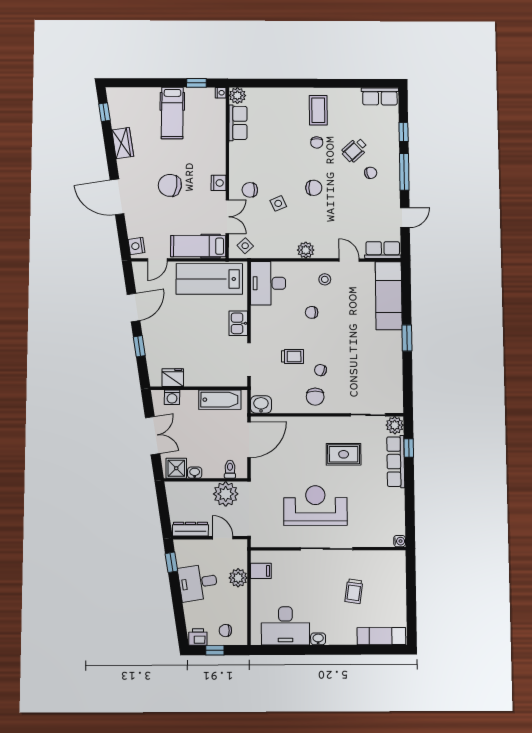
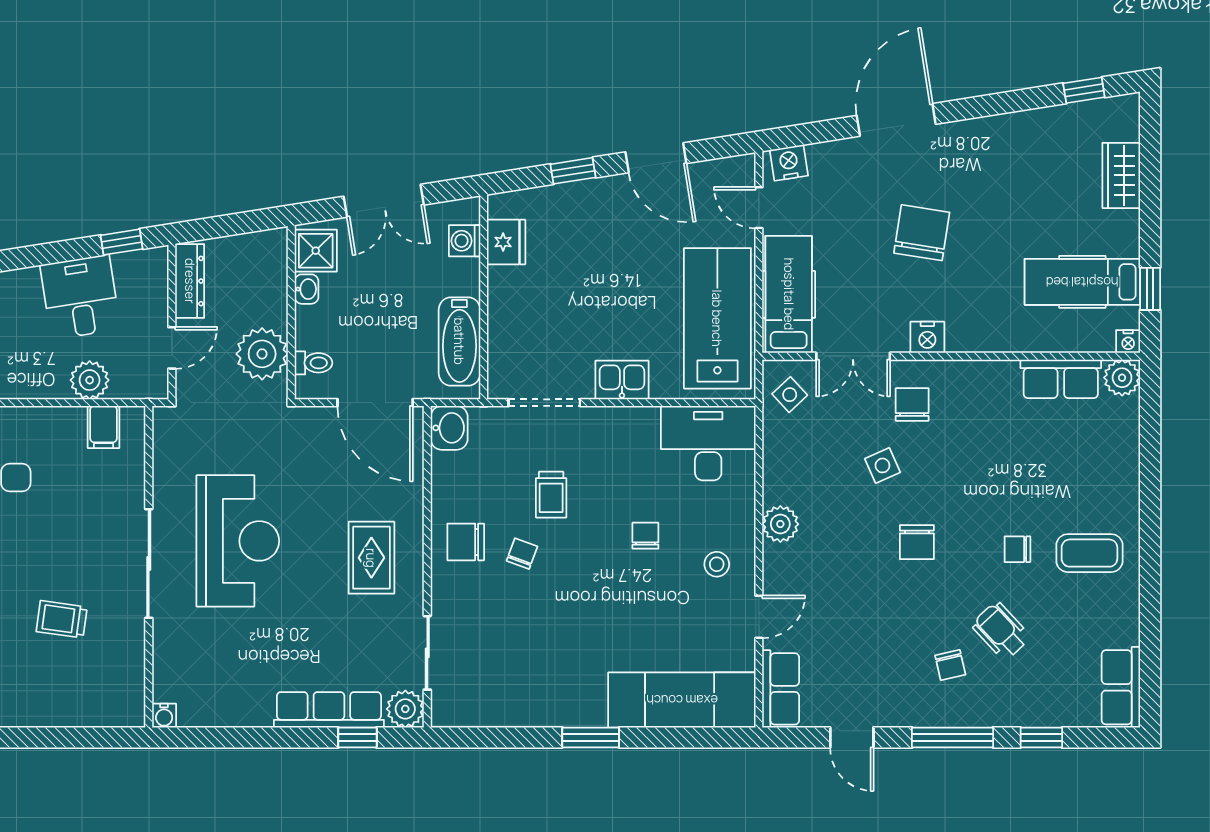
hospital bed: (172, 113) -> (1082, 282), moved
wardrobe: (123, 143) -> (1121, 175), moved, turned 99
rug: (344, 454) -> (371, 558), moved

